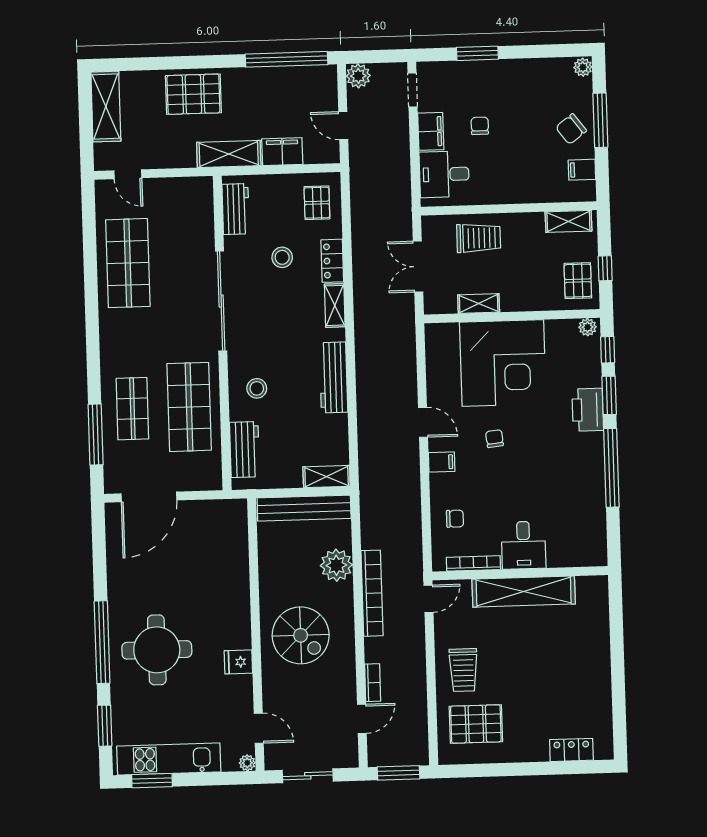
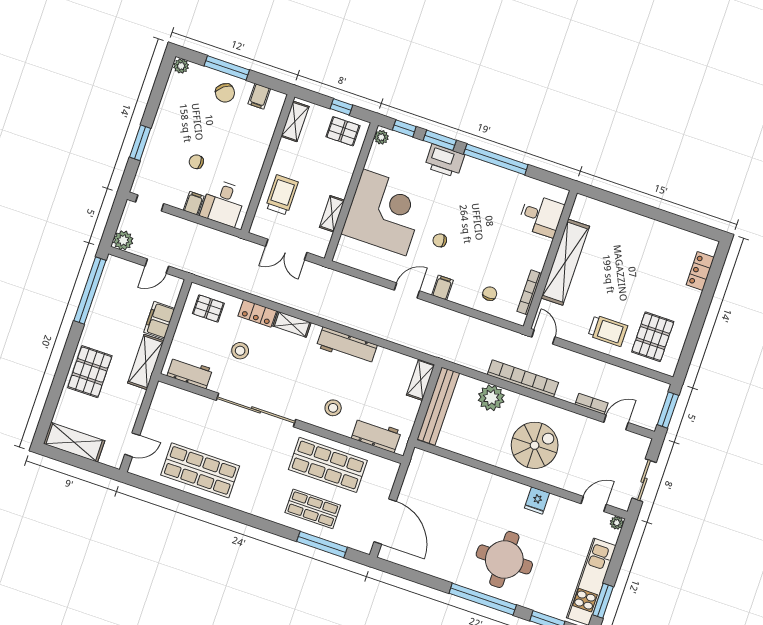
filing cabinet: (431, 131) -> (194, 203), width x0.50
desk: (523, 545) -> (541, 216), moved
door: (362, 719) -> (616, 422), hinge flipped

